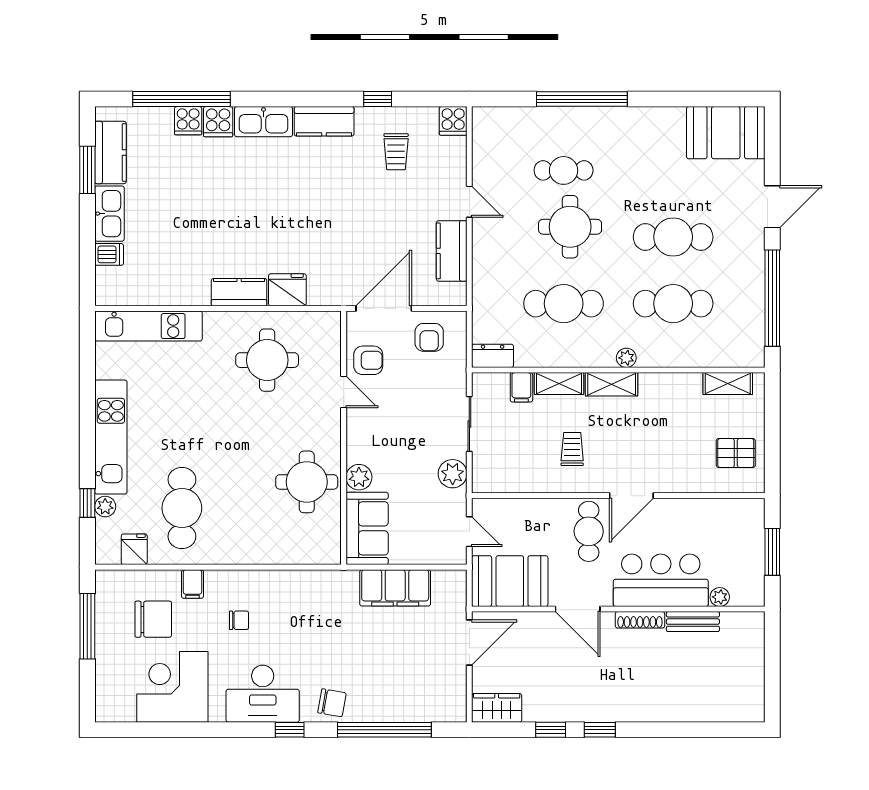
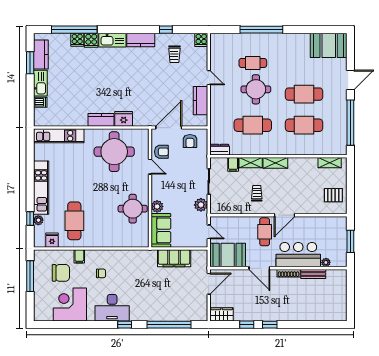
plant: (626, 358) -> (282, 151), removed
round table: (267, 360) -> (114, 152), width x1.36, depth x1.36
chair: (332, 703) -> (144, 312), removed

